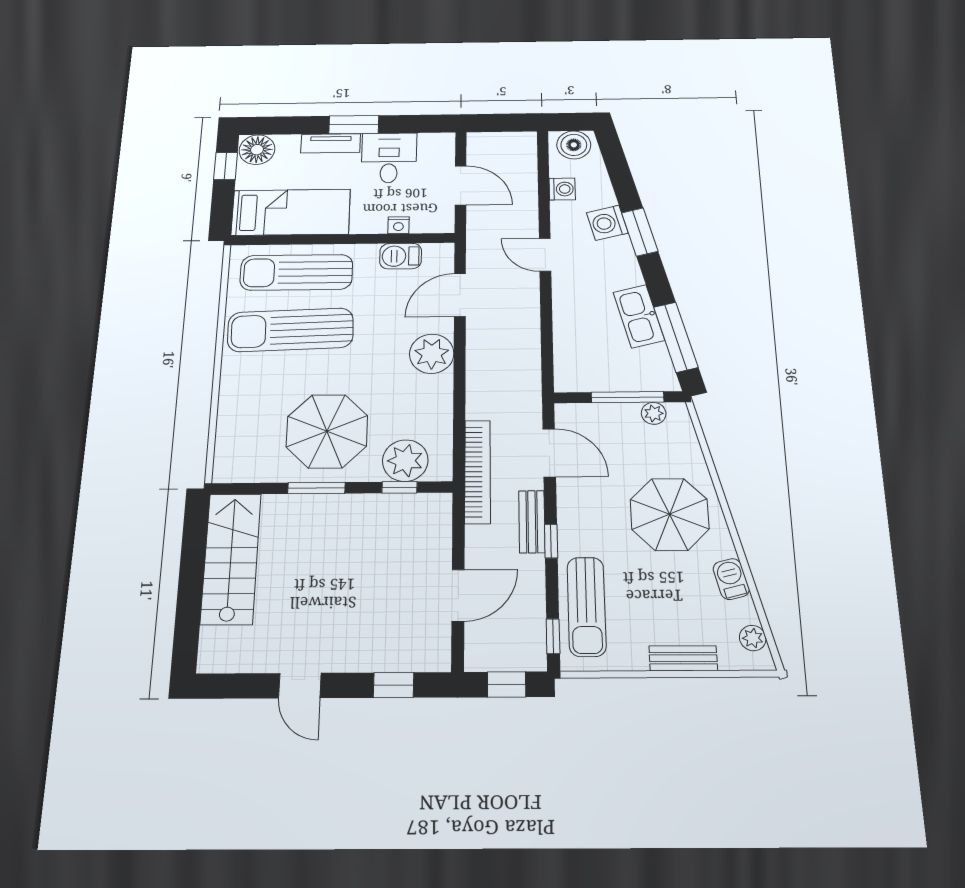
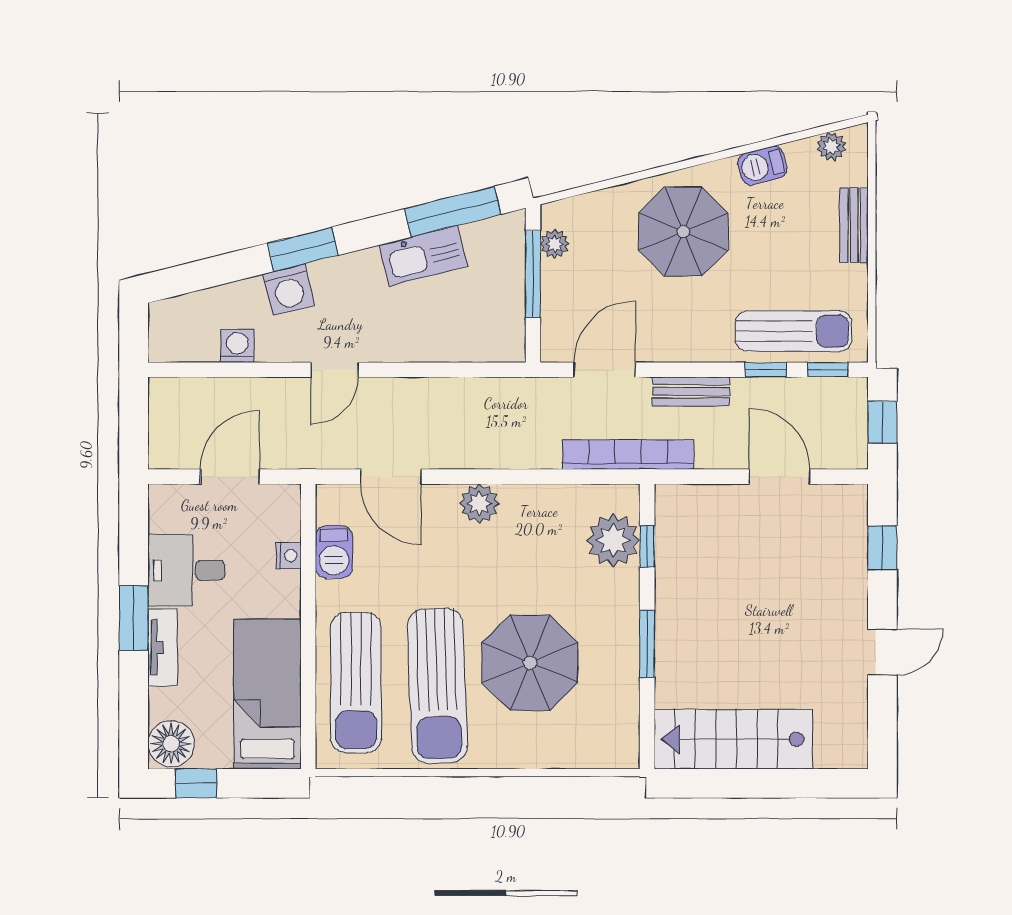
boiler: (574, 145) -> (170, 329), removed
plant: (432, 354) -> (479, 504), width x0.73, depth x0.73
parasol: (327, 431) -> (530, 663), moved
window: (551, 541) -> (766, 370), moved

